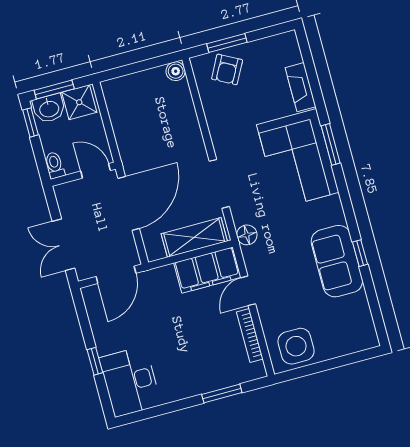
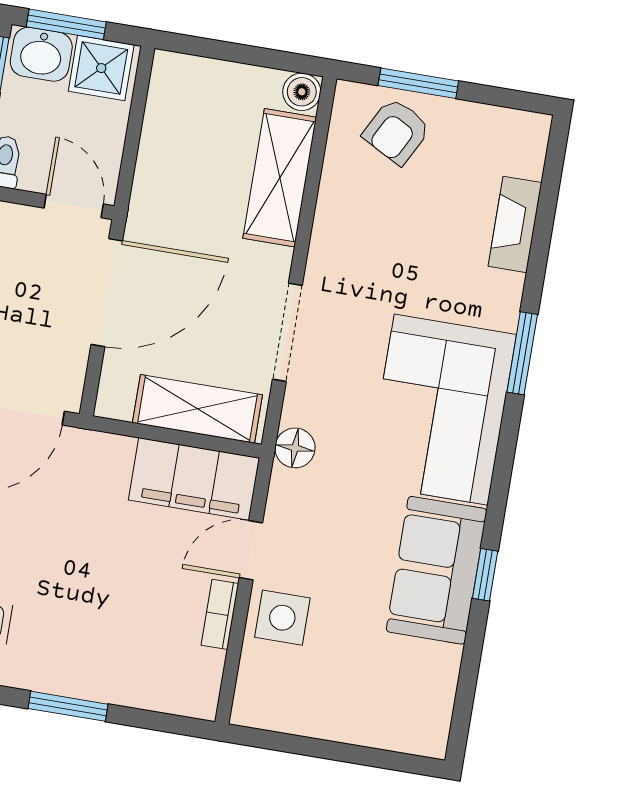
shelving: (184, 115) -> (280, 178), added
corner sofa: (298, 159) -> (441, 410), moved
bookcase: (250, 336) -> (220, 614), width x0.64
side table: (296, 346) -> (282, 618), moved, width x0.73, depth x0.73
window: (222, 393) -> (68, 706), moved

